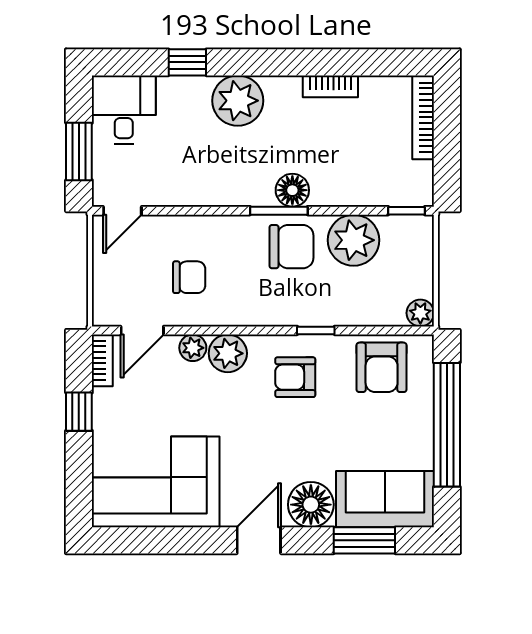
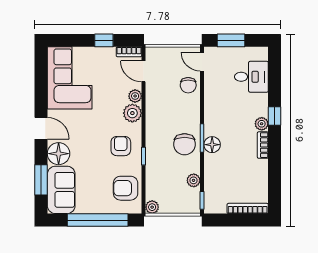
window: (187, 62) -> (275, 116), moved
bookcase: (330, 86) -> (263, 145), moved
plant: (238, 101) -> (262, 124), width x0.53, depth x0.53
desk: (124, 110) -> (251, 77), moved
plant: (354, 240) -> (194, 180), width x0.53, depth x0.53
chair: (189, 277) -> (188, 85), moved

